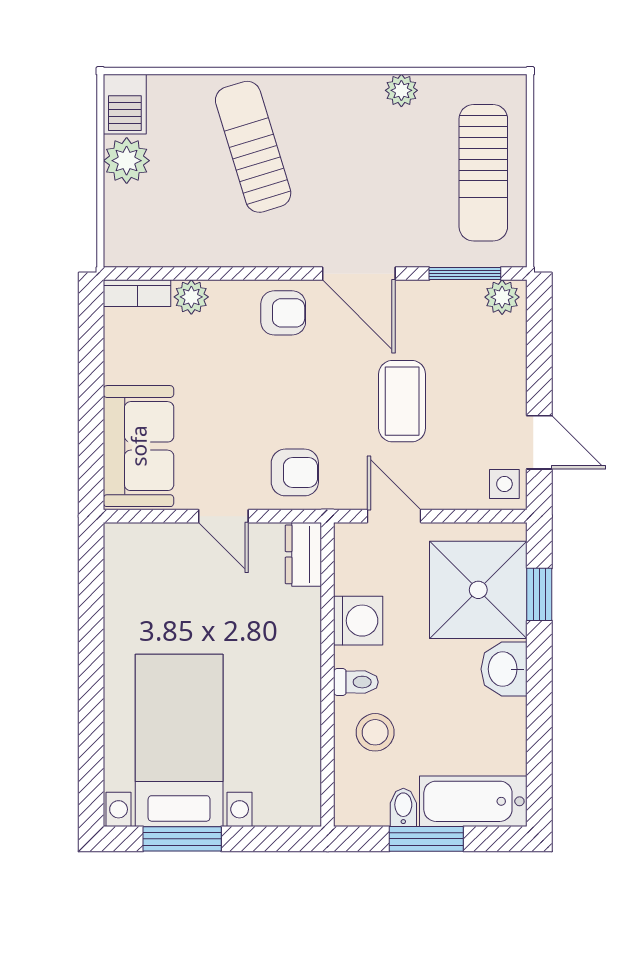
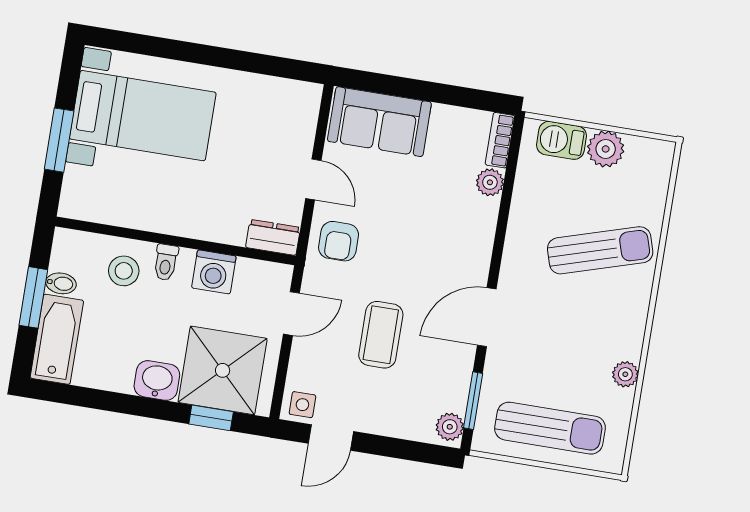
barbecue: (125, 104) -> (561, 140), moved
sun lounger: (483, 173) -> (550, 428), turned 180
armchair: (283, 313) -> (466, 253), removed
coffee table: (402, 401) -> (381, 335), turned 90
door: (223, 516) -> (313, 179), swing flipped
window: (182, 839) -> (59, 140), moved

